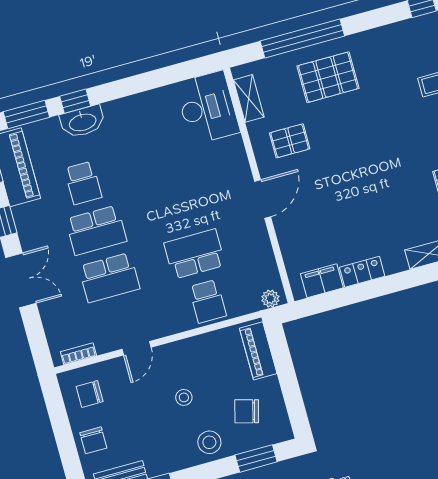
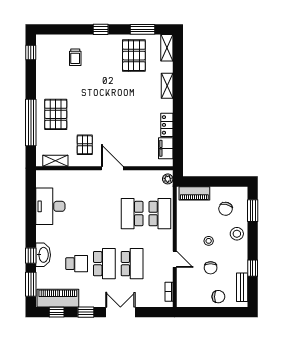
desk: (207, 108) -> (50, 206), moved, turned -90
school desk: (208, 301) -> (160, 214), width x1.85
chair: (90, 394) -> (211, 268), moved

